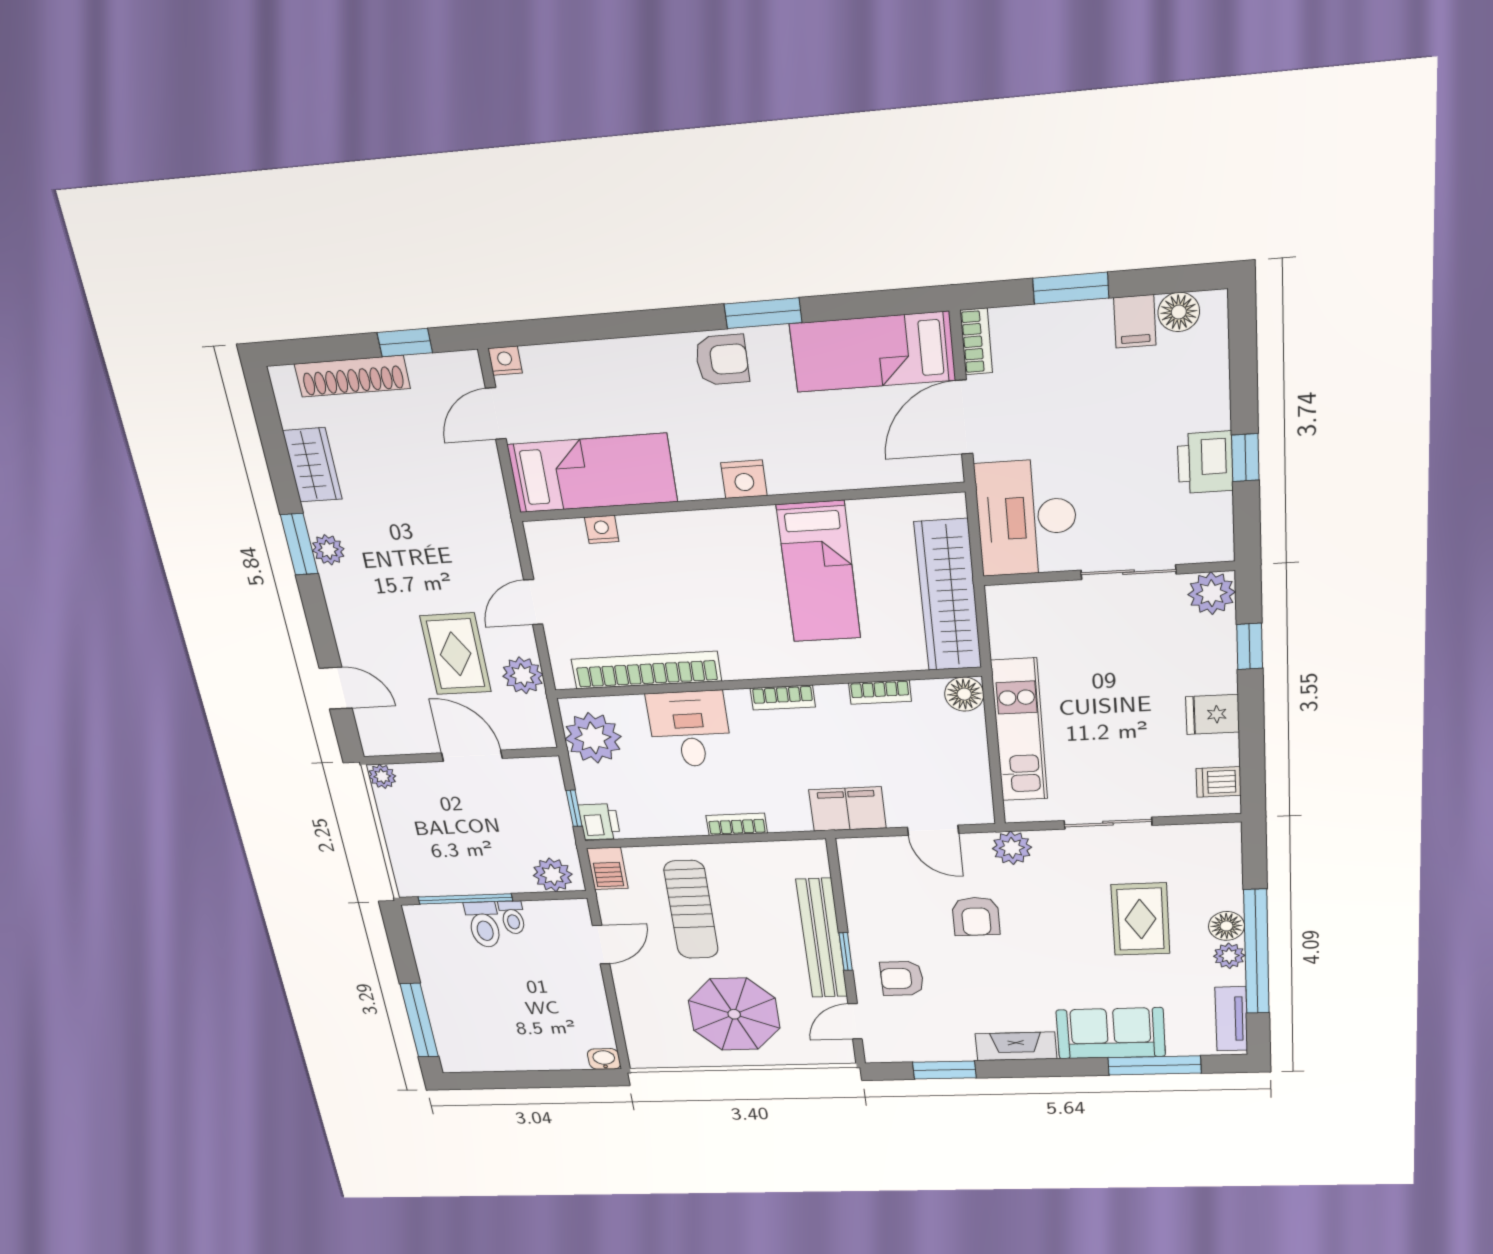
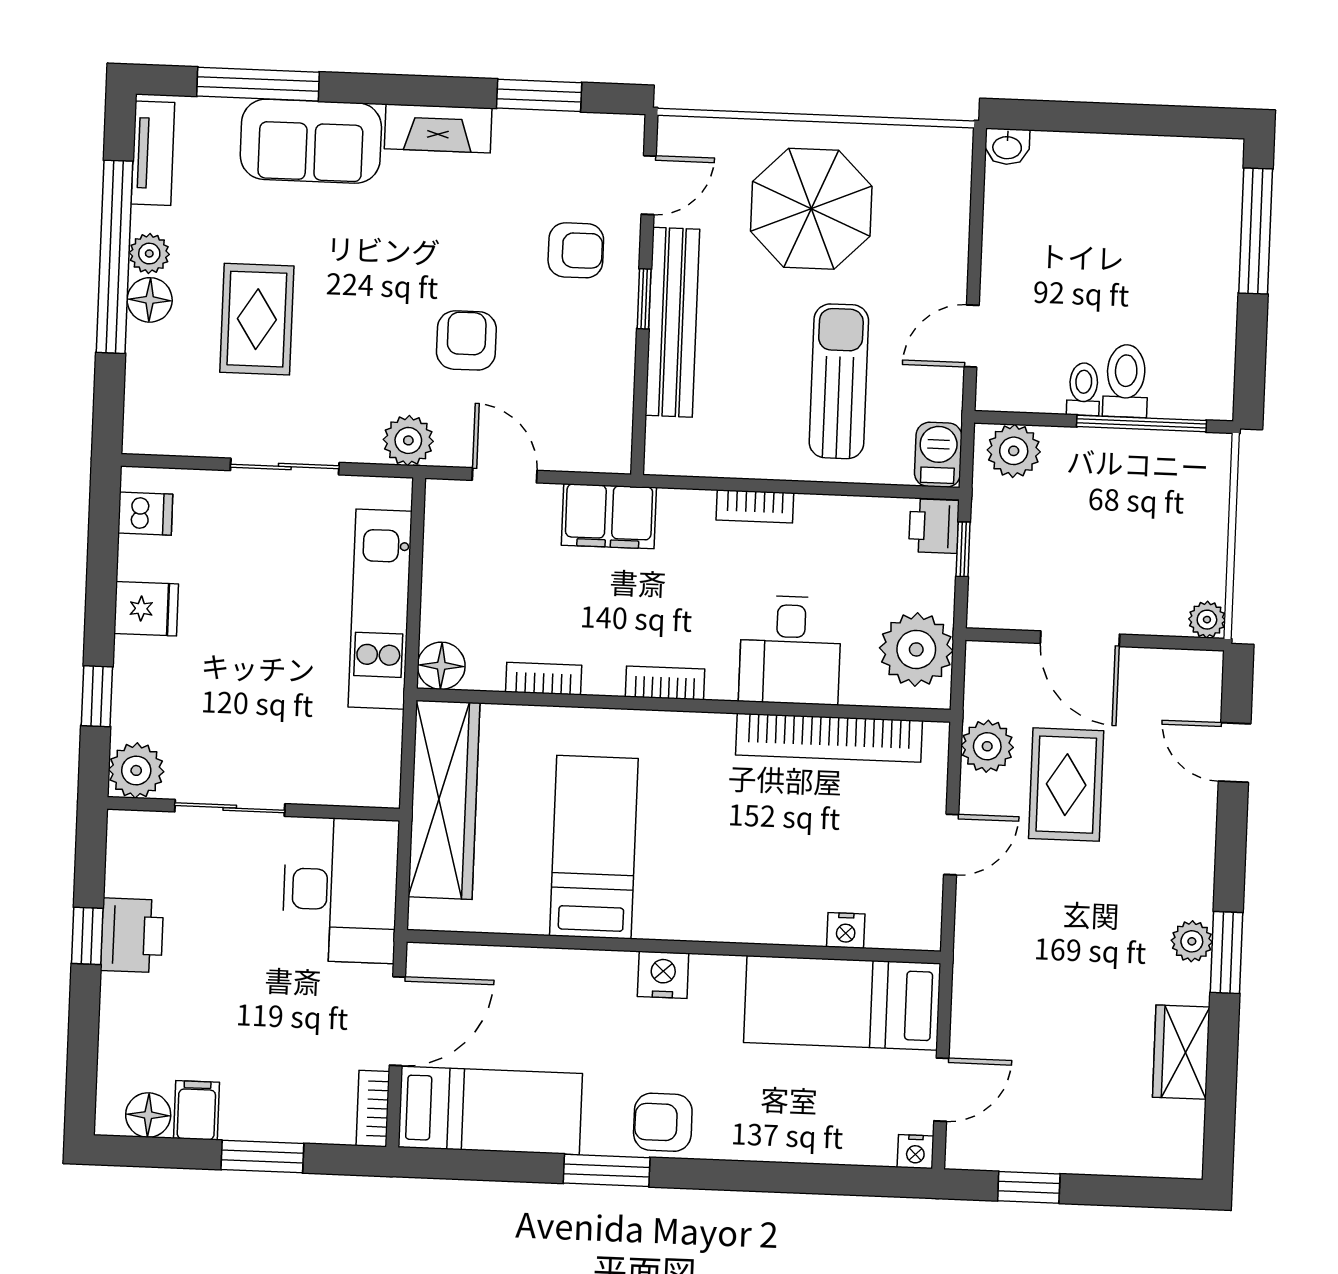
shoe rack: (352, 376) -> (1102, 1155), removed

